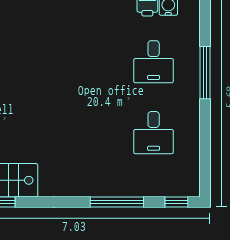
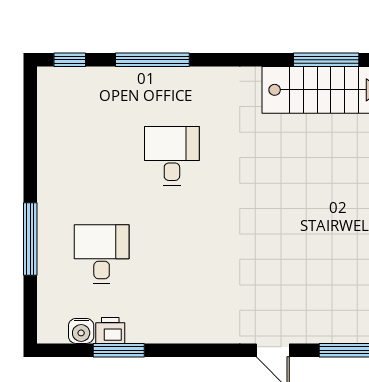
desk: (154, 133) -> (172, 156), moved

